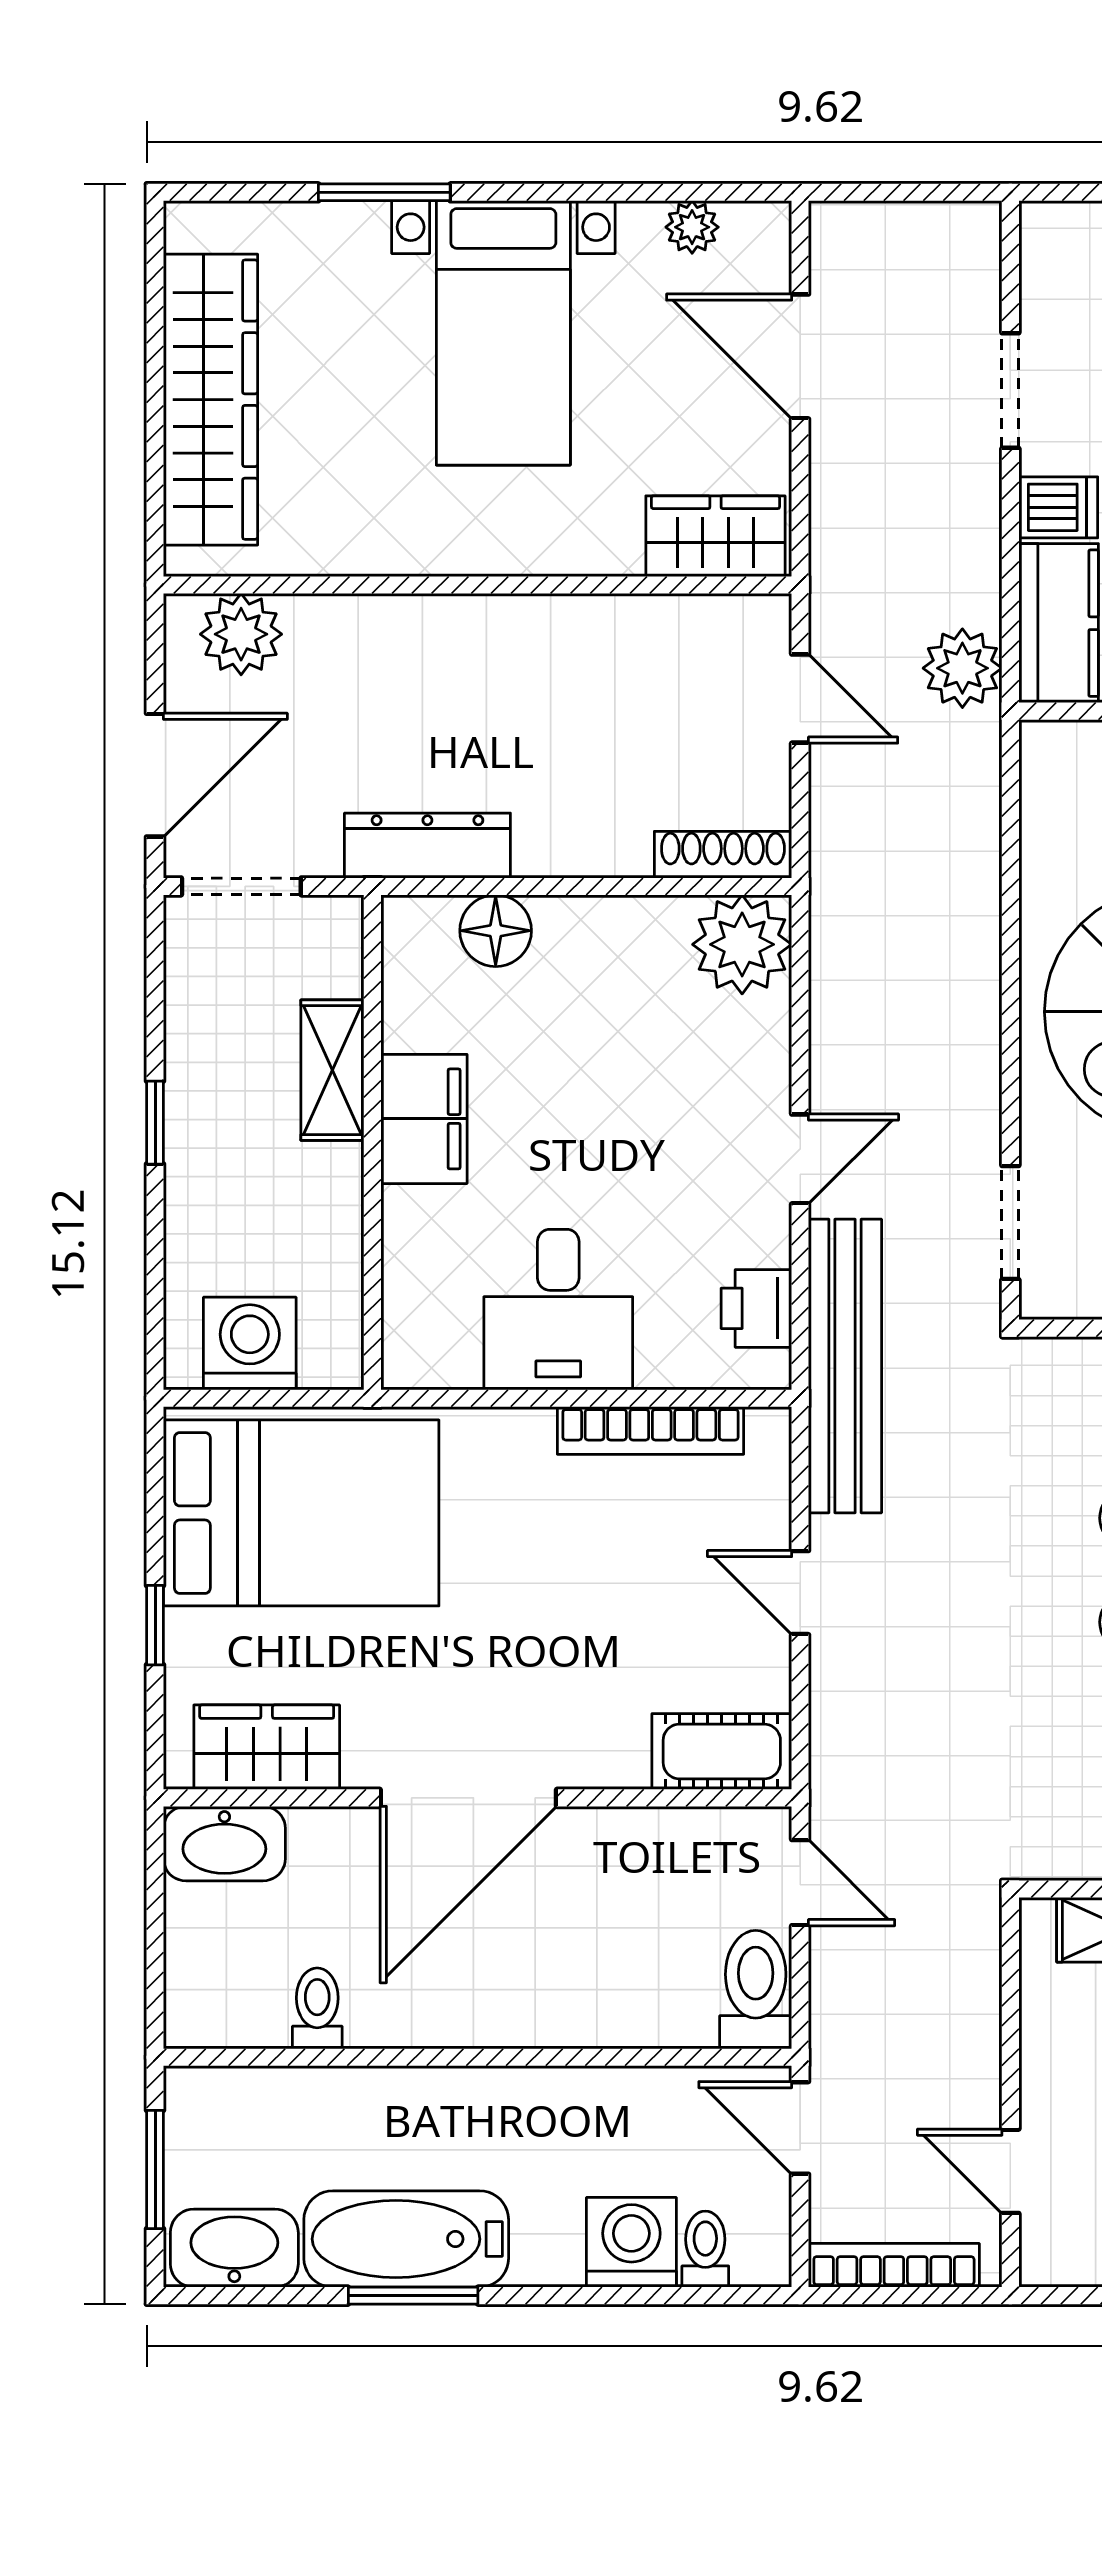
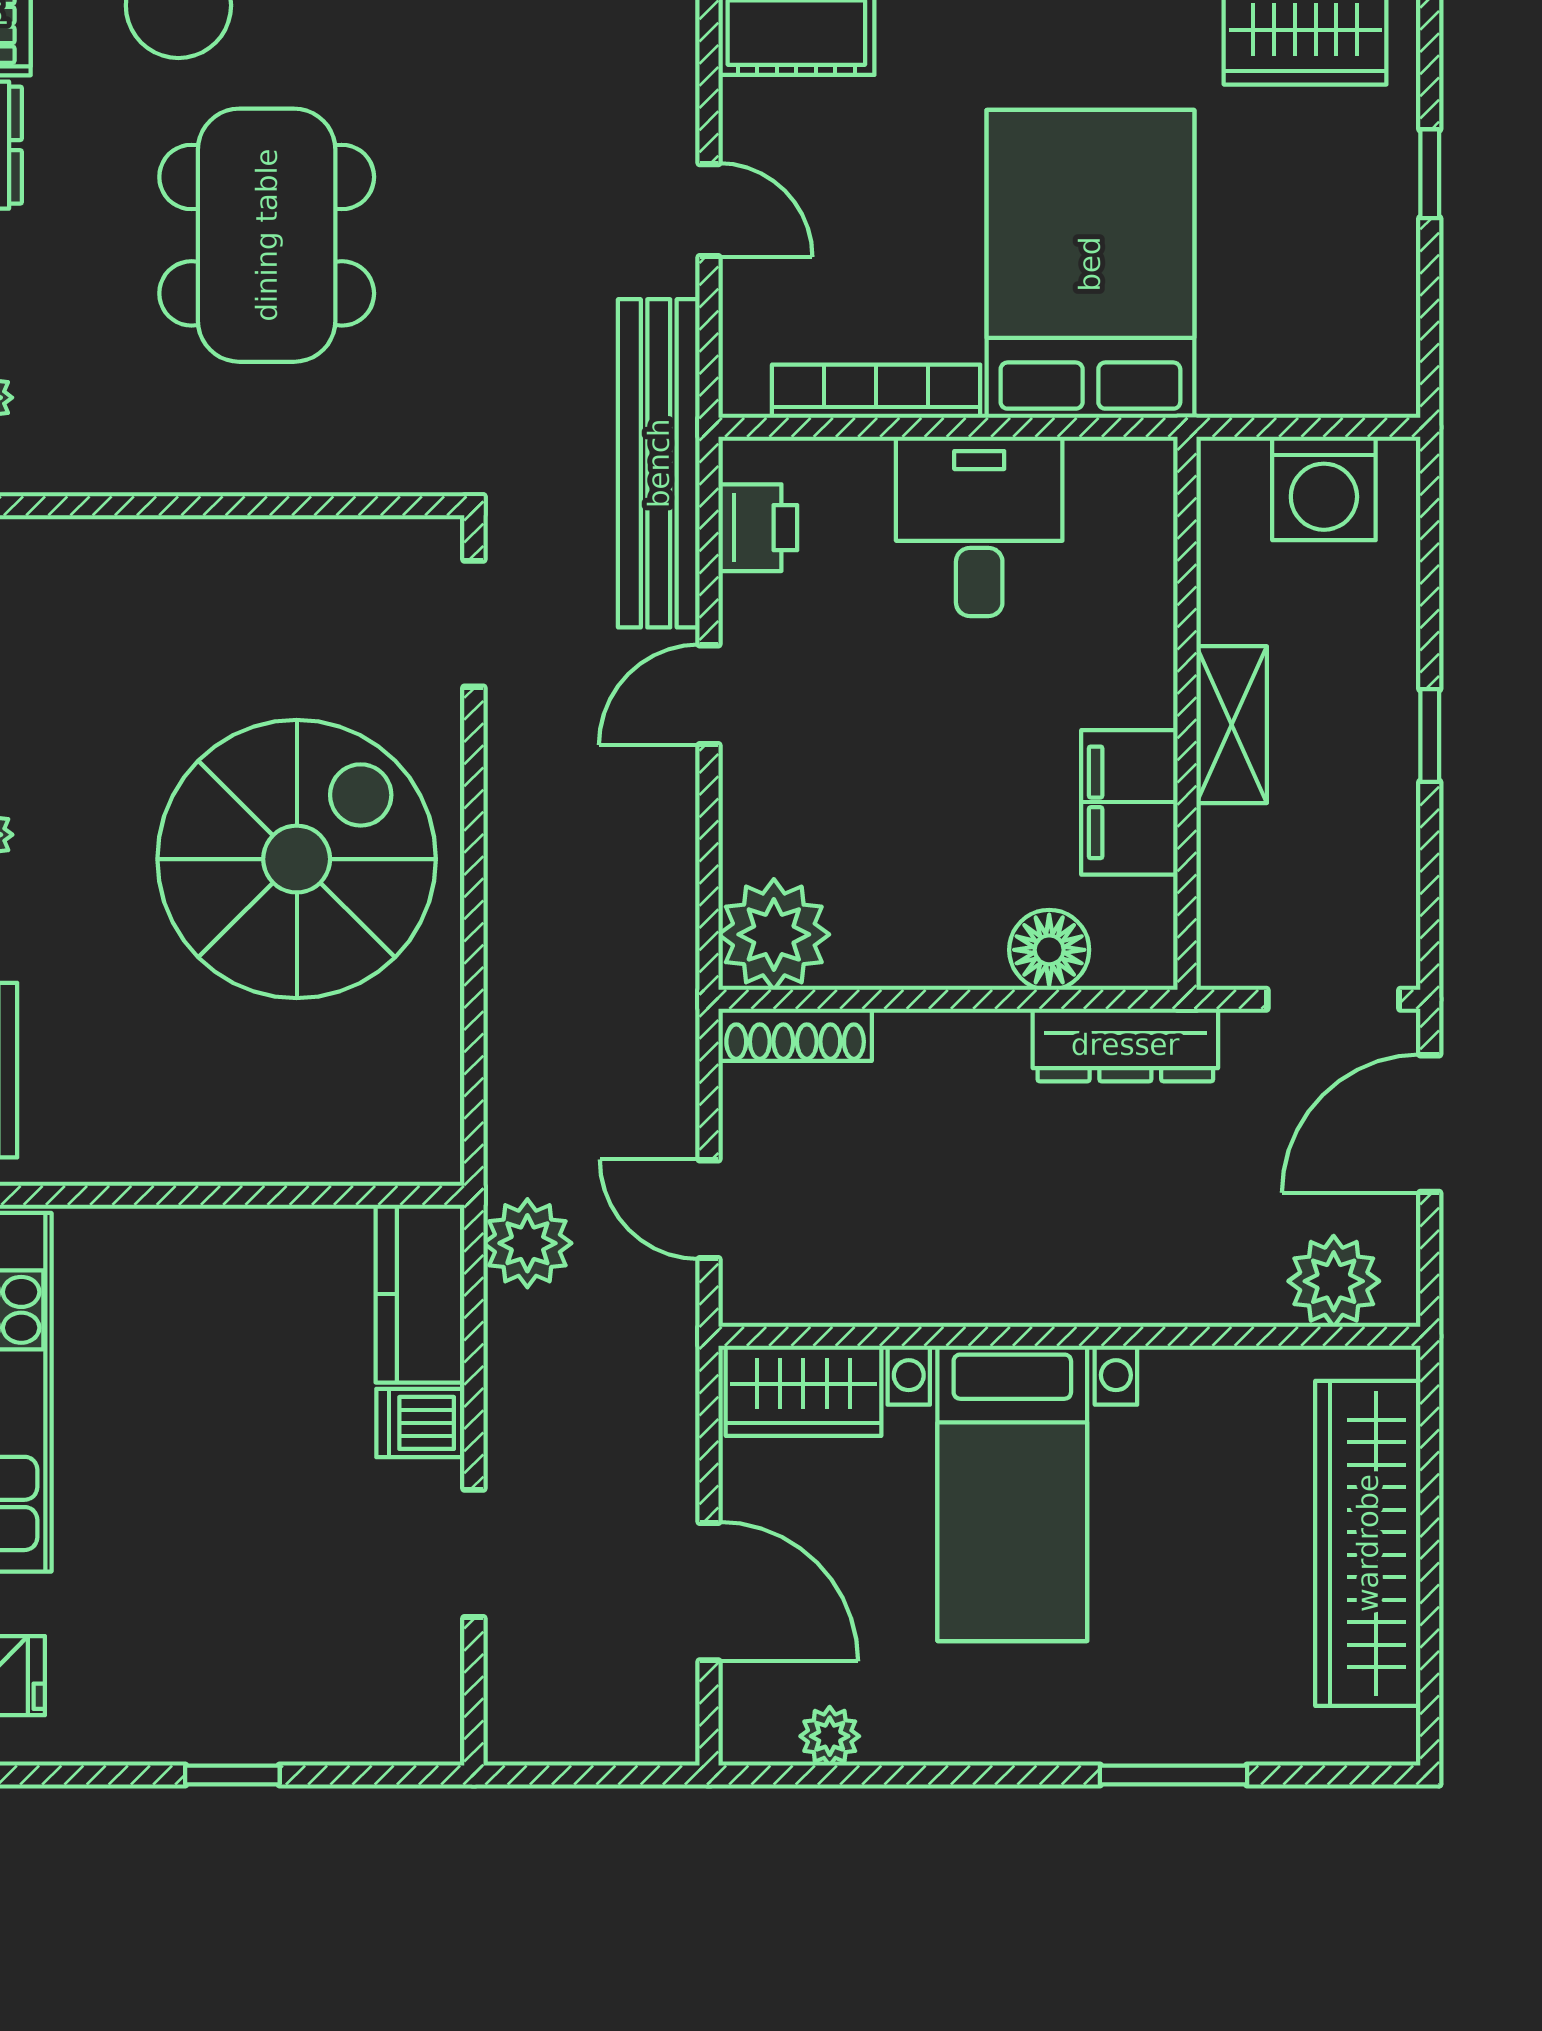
bed with nightstands: (503, 333) -> (1012, 1493), moved, turned 180
shelving: (332, 1070) -> (1232, 725), moved
filing cabinet: (424, 1119) -> (1129, 802), moved
bed: (301, 1513) -> (1090, 264), moved, turned 90

